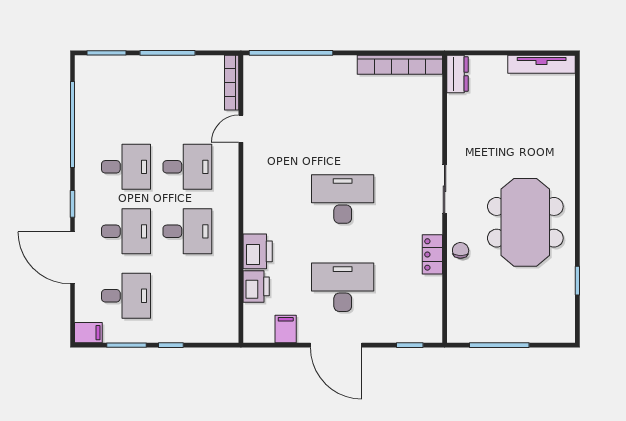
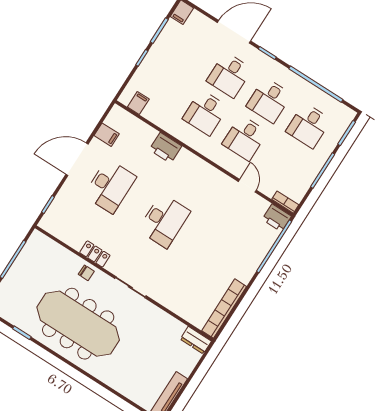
bookcase: (232, 83) -> (285, 202), width x0.64
meeting table: (525, 222) -> (78, 324), width x1.36
printer: (256, 286) -> (277, 218), moved
desk: (126, 296) -> (309, 126), moved
filing cabinet: (226, 316) -> (138, 103), added

